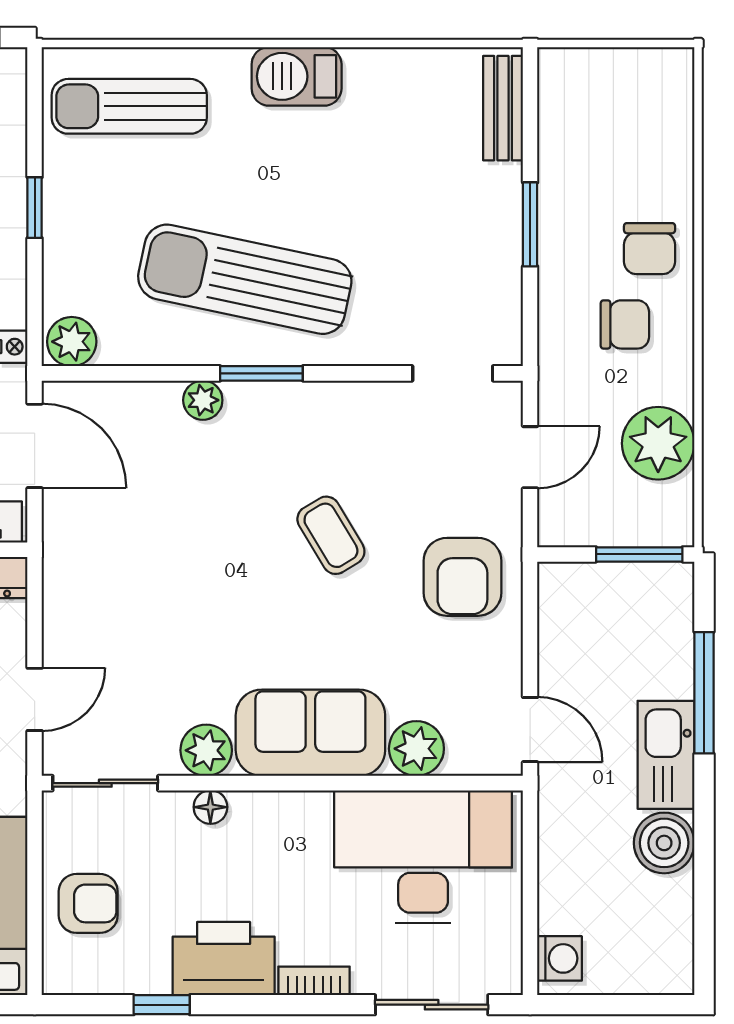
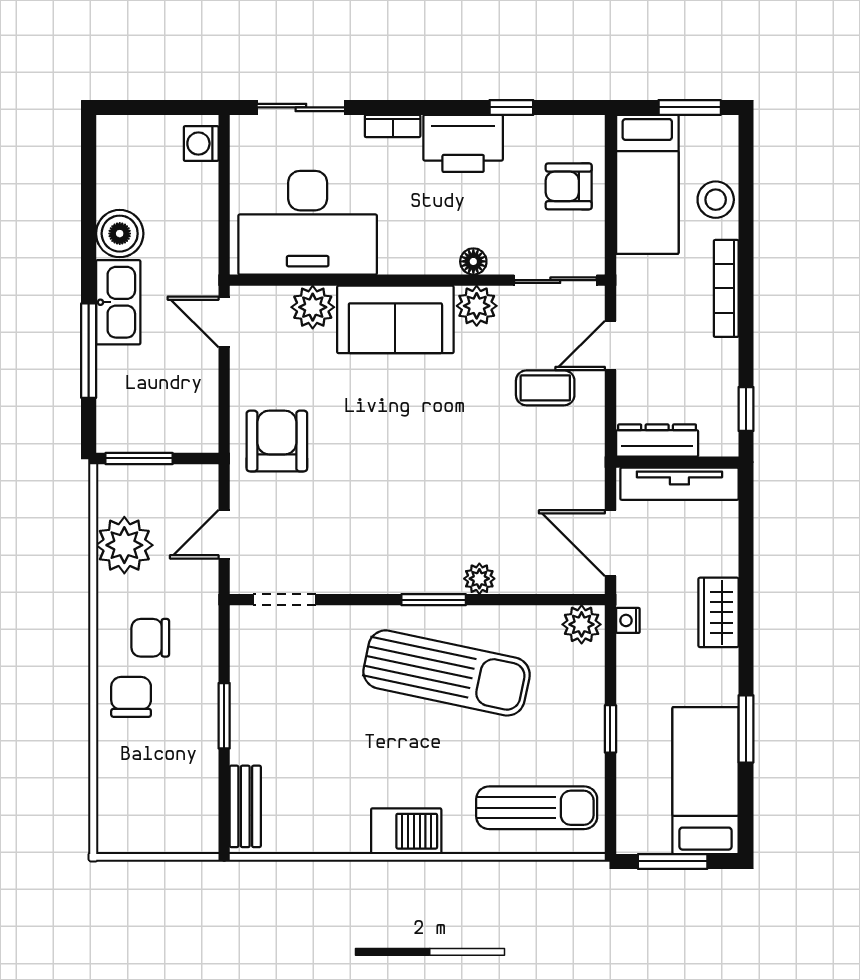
coffee table: (331, 535) -> (545, 388), moved, turned -59

